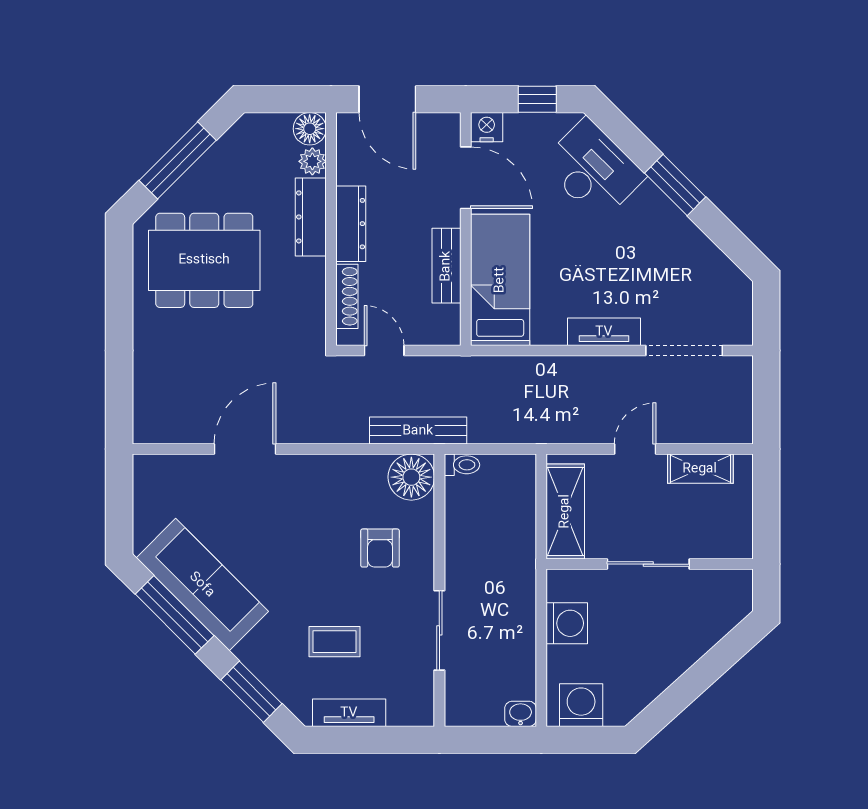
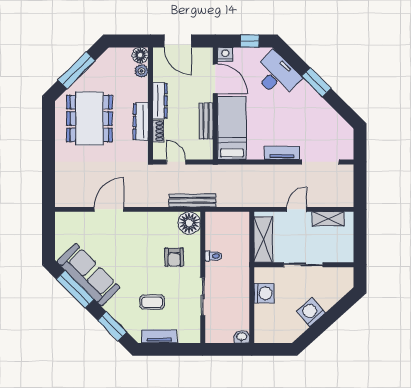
dresser: (311, 217) -> (141, 122), moved
dining table: (204, 260) -> (89, 119), turned 90
shoe rack: (347, 296) -> (158, 131), width x0.70
toilet: (462, 465) -> (214, 256), moved
washing machine: (581, 705) -> (311, 312), moved, turned -42

